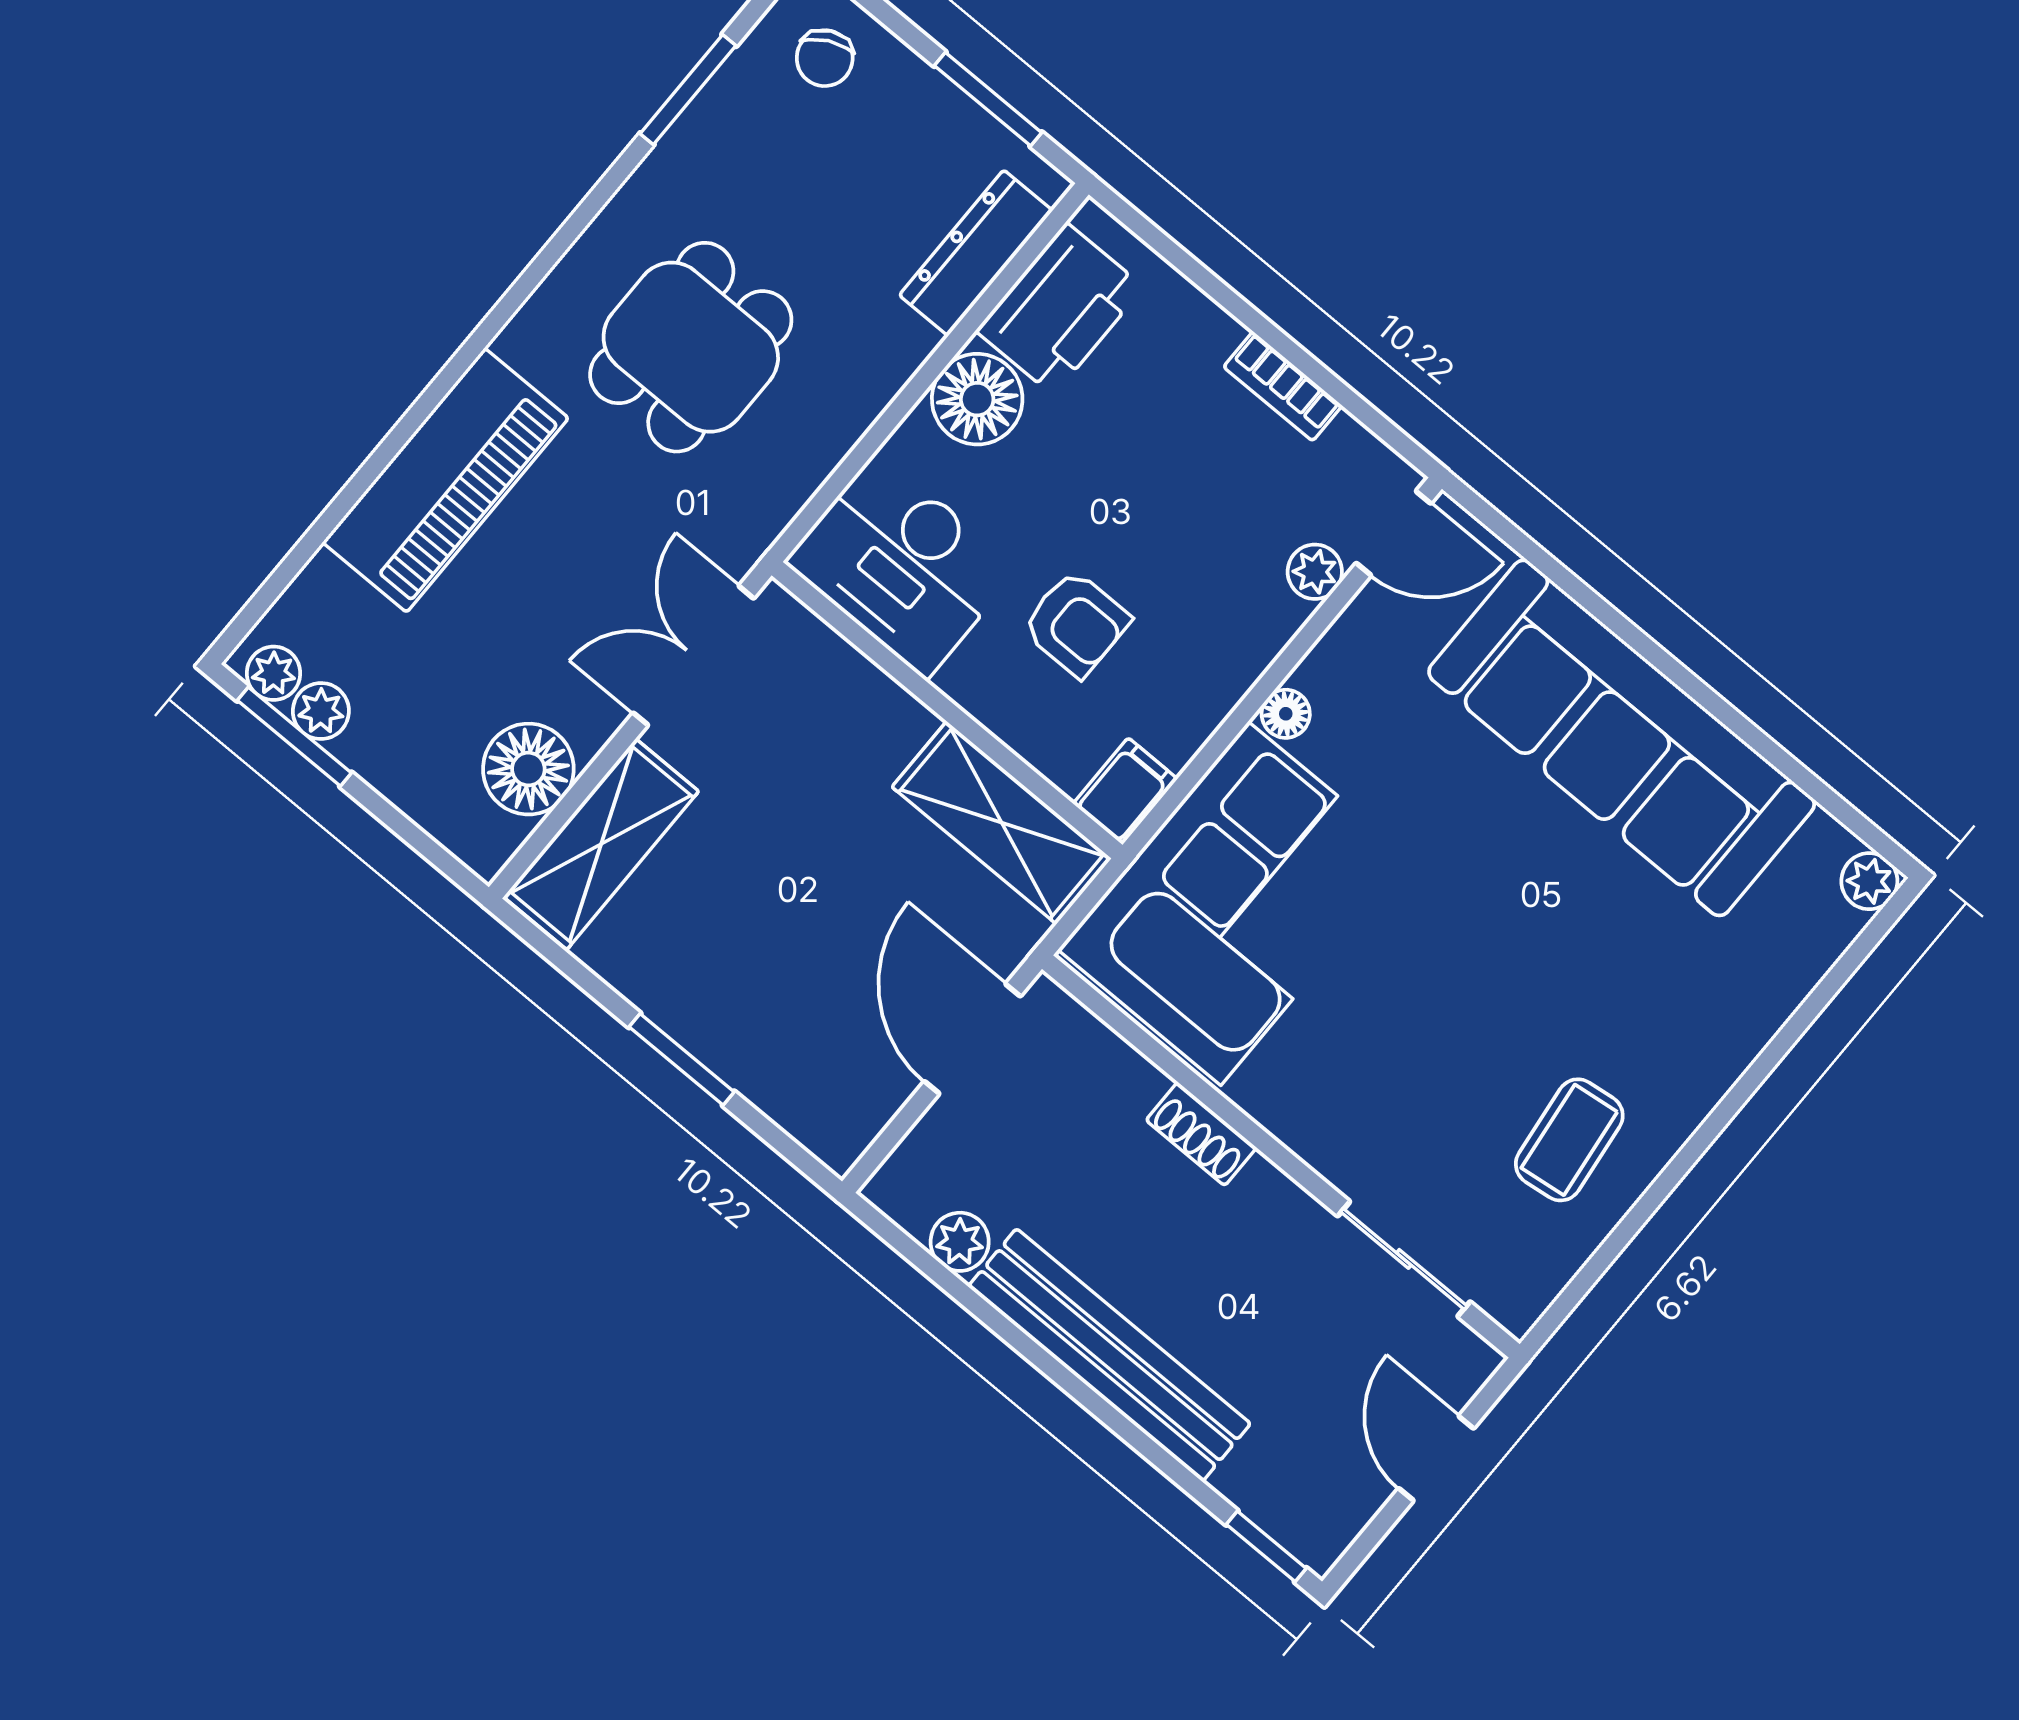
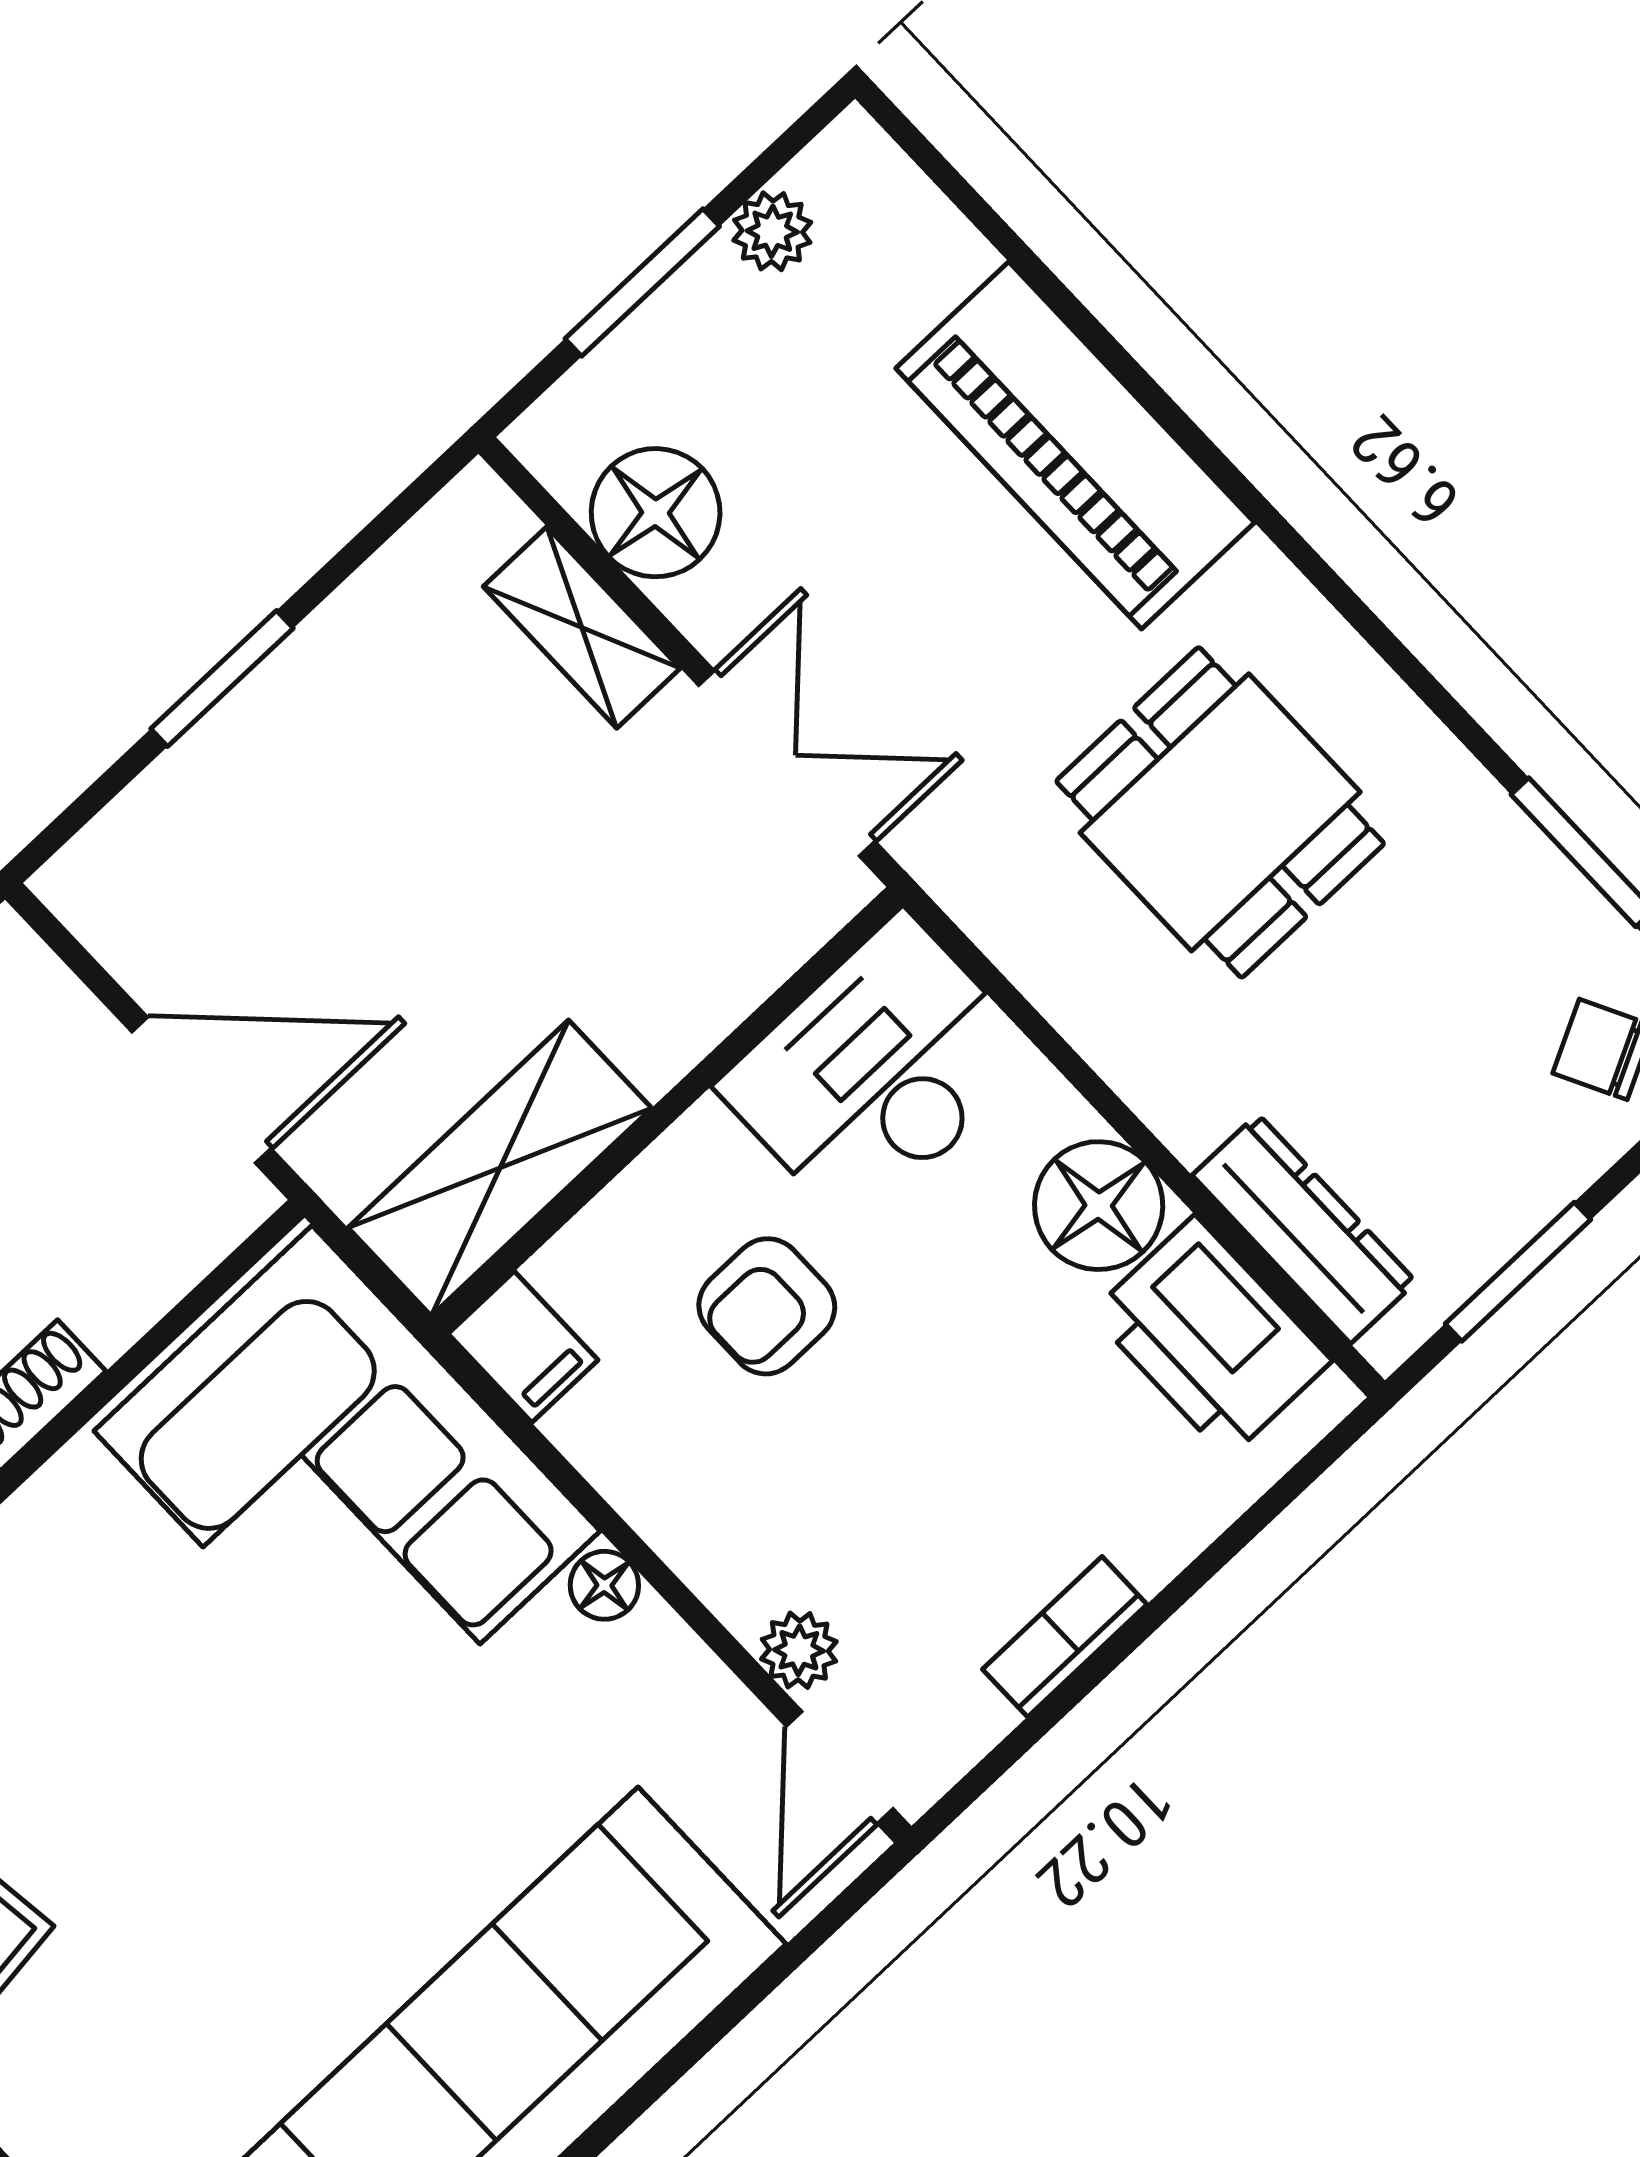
plant: (274, 673) -> (833, 171), removed
window: (294, 737) -> (642, 282), moved
shelving: (601, 844) -> (582, 627), width x0.67, depth x0.75

